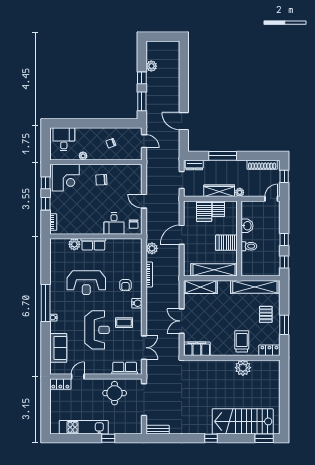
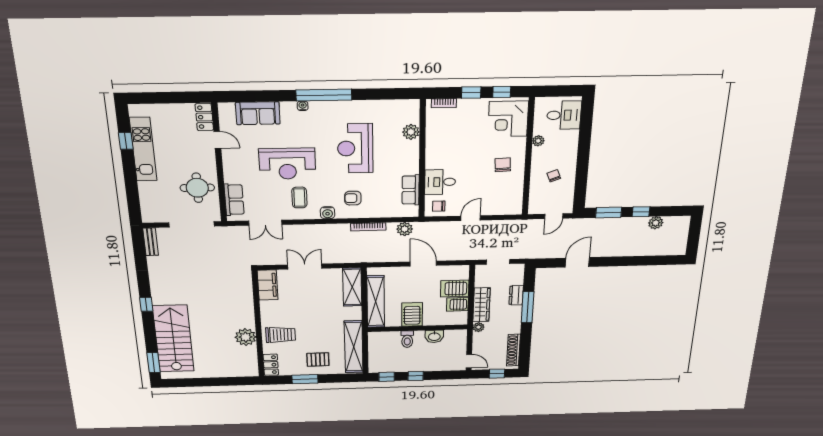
dresser: (194, 165) -> (516, 295), moved
row of seats: (93, 244) -> (411, 190), moved
window: (108, 438) -> (126, 141), moved

